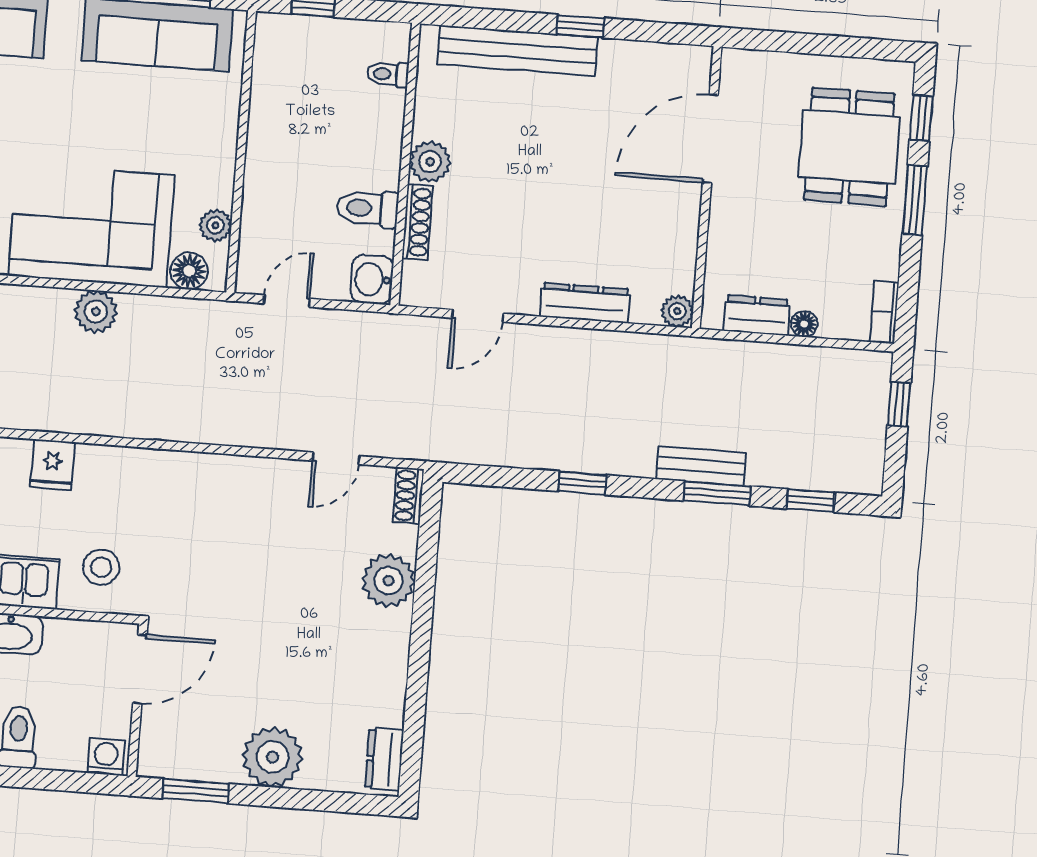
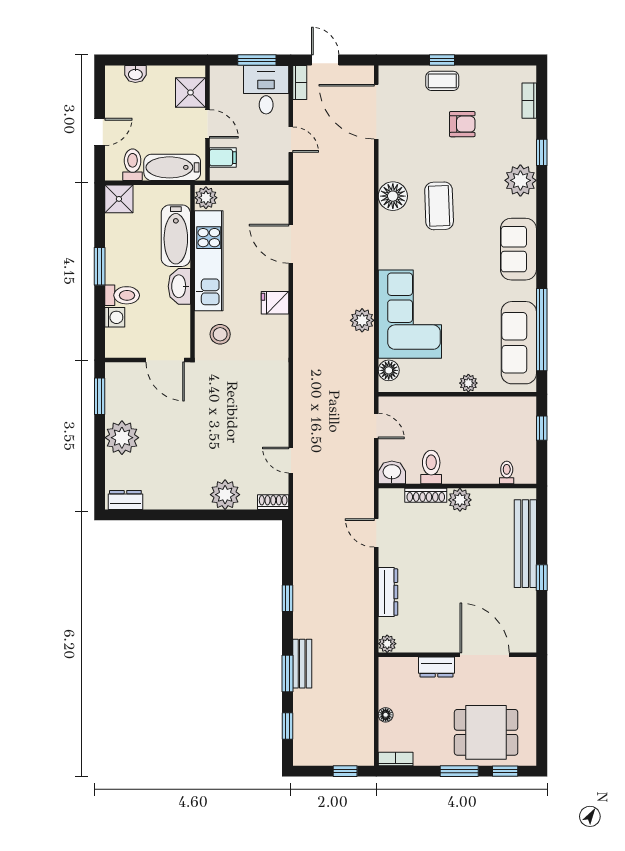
plant: (215, 225) -> (468, 383), moved
dresser: (756, 315) -> (436, 667), moved, turned 90
washing machine: (106, 757) -> (115, 317), moved

